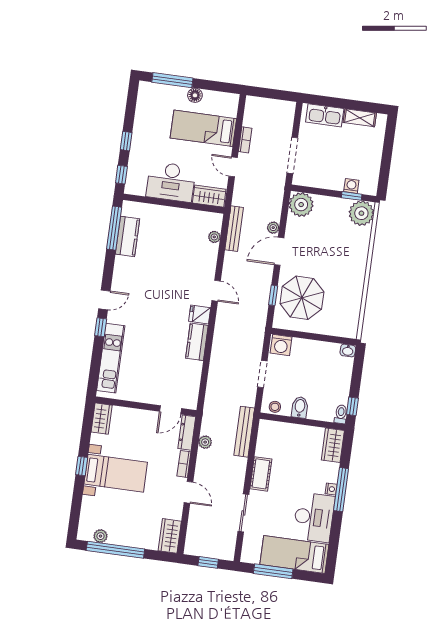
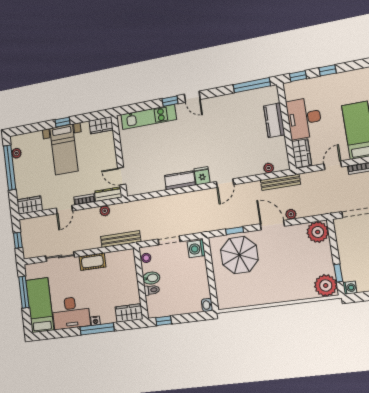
washing machine: (351, 186) -> (350, 288), moved
kitchen counter: (128, 236) -> (274, 120), moved, turned 90
toilet: (341, 414) -> (152, 290), moved

